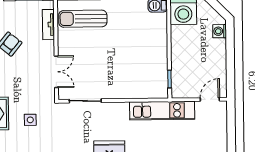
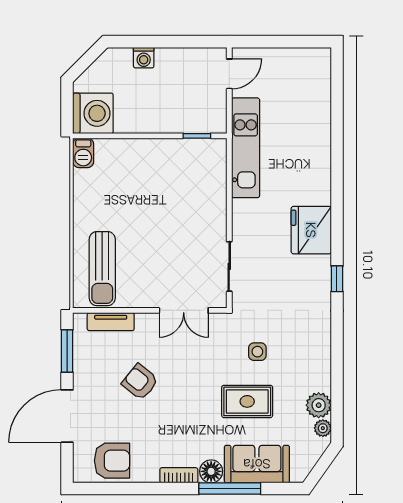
washing machine: (220, 31) -> (144, 58), moved
double door: (56, 72) -> (184, 310), swing flipped
door: (210, 99) -> (229, 74), swing flipped

